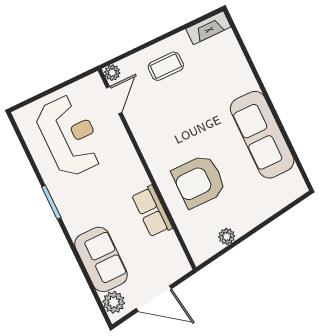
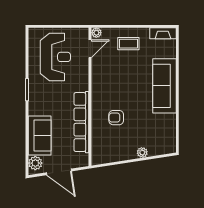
sofa: (262, 135) -> (164, 86), moved
armchair: (199, 181) -> (116, 118), width x0.53, depth x0.53
row of seats: (152, 211) -> (81, 122), width x2.02
plant: (227, 236) -> (142, 152), moved

